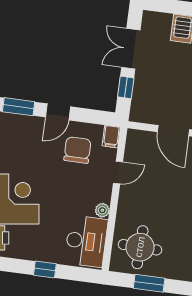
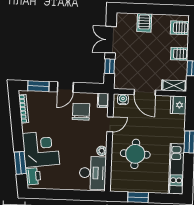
water cooler: (141, 138) -> (123, 99), added
round table: (140, 247) -> (135, 154), moved
window: (45, 270) -> (67, 195), removed

